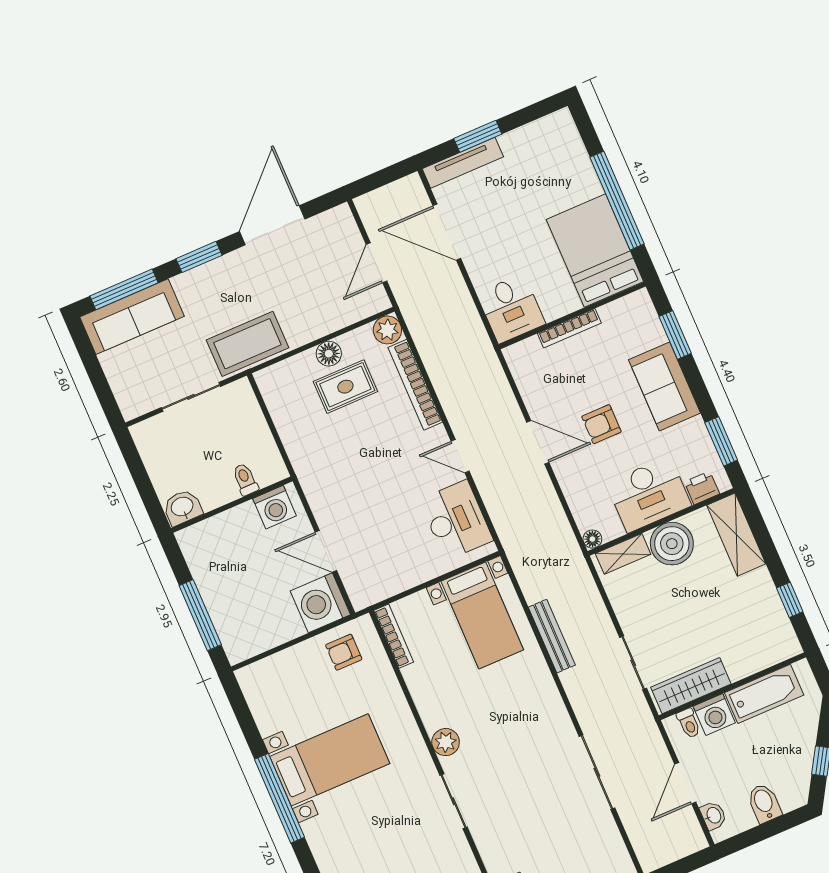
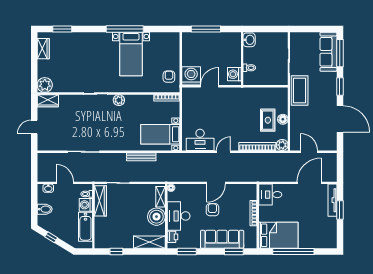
sofa: (665, 386) -> (222, 239), width x1.36

